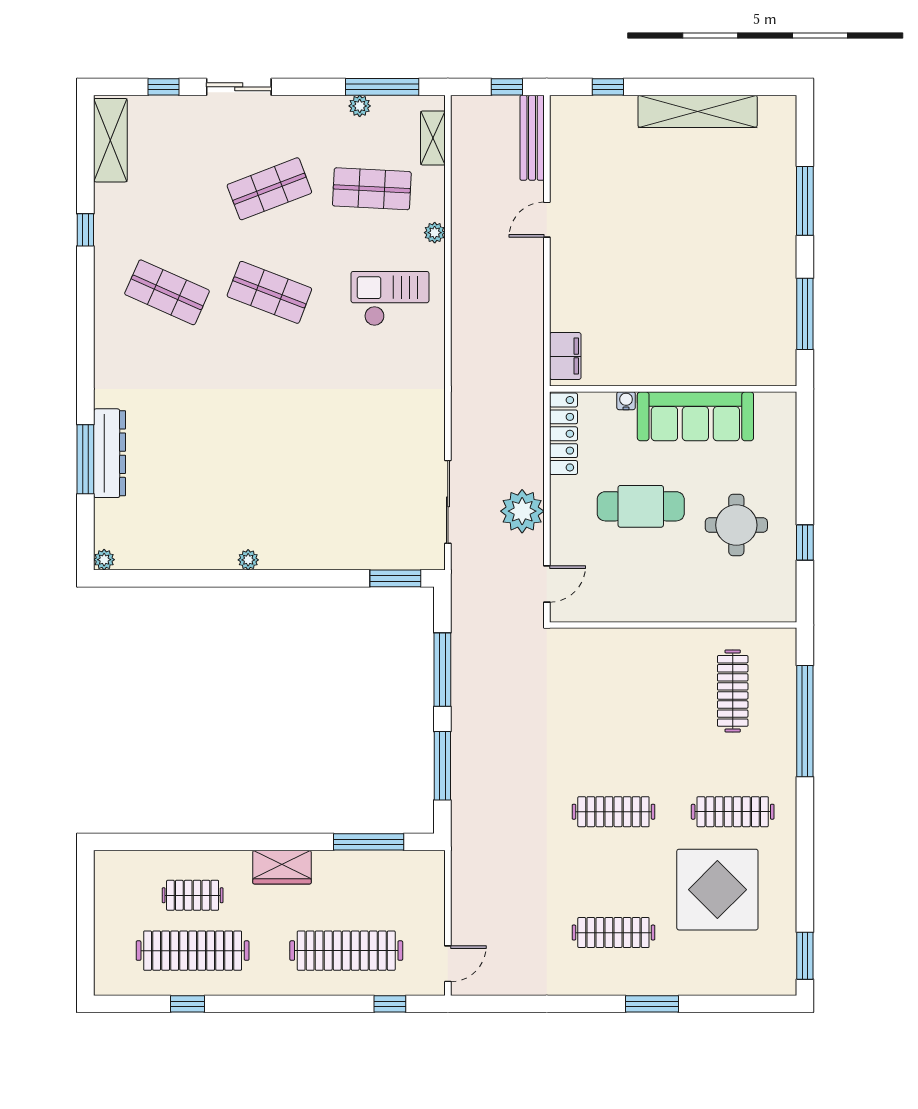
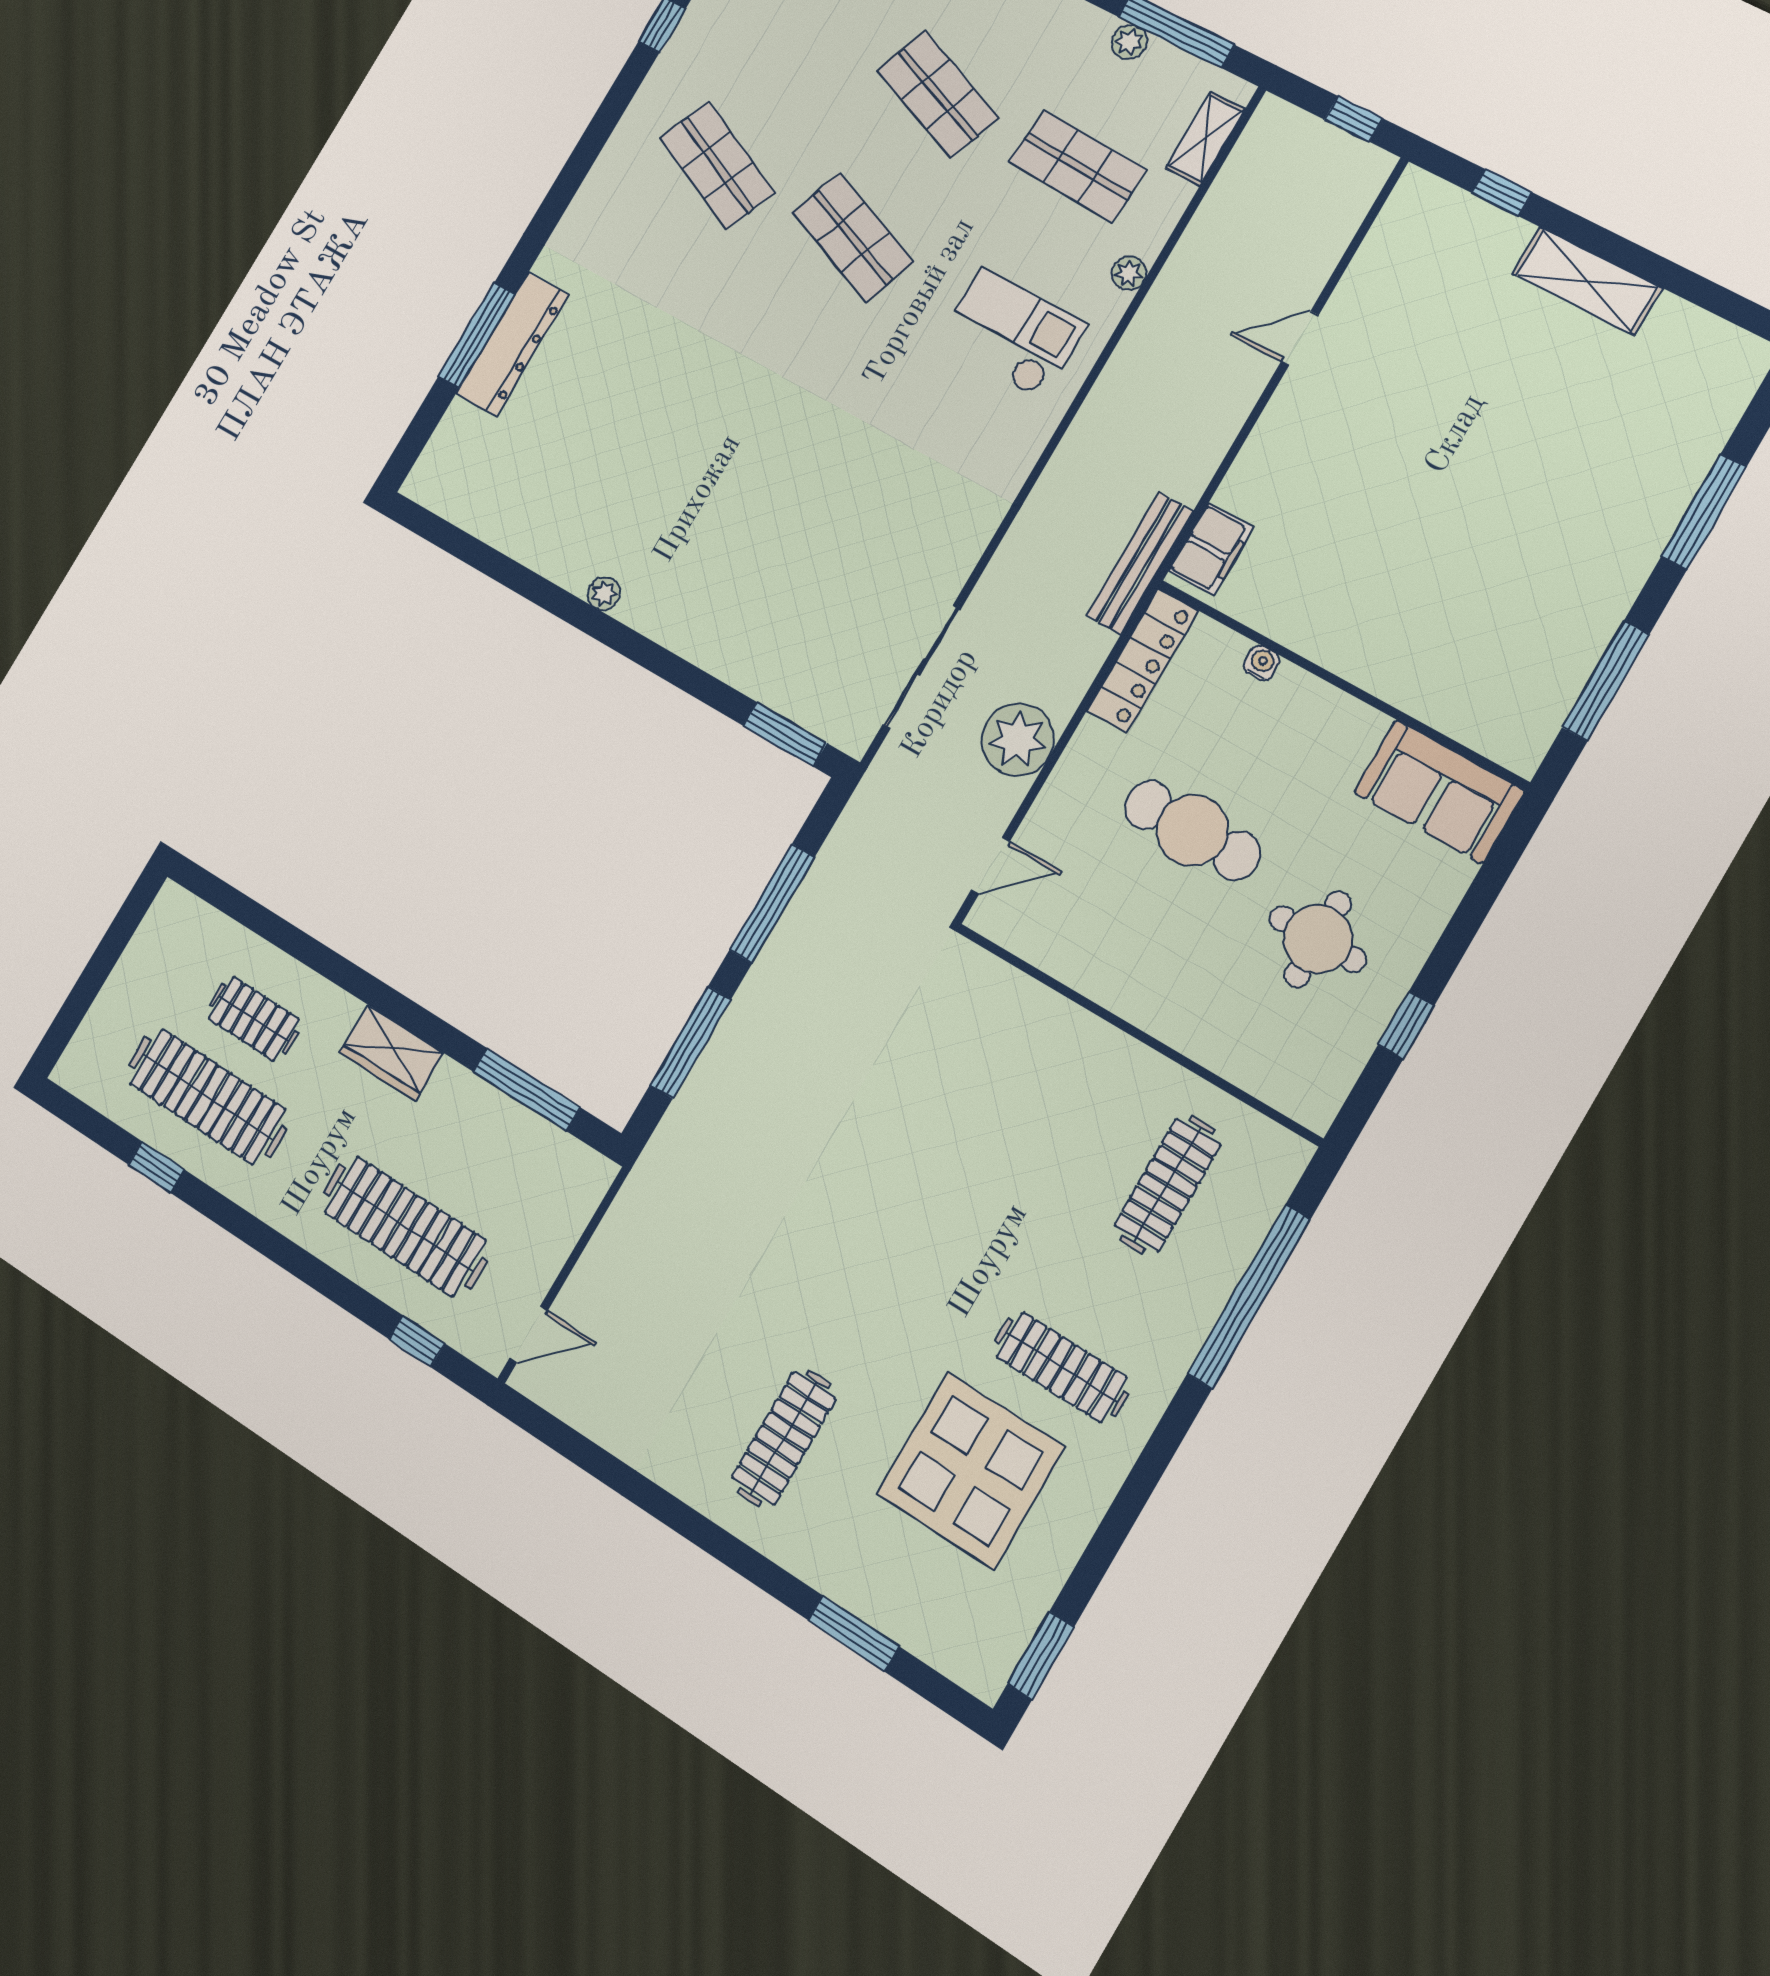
shelving: (698, 111) -> (1587, 281), width x0.68
bench: (532, 138) -> (1140, 563), moved
shop shelf: (269, 189) -> (938, 94), turned 42
sofa: (695, 416) -> (1439, 792), moved, width x0.73
plant: (104, 560) -> (419, 486), removed
clothes rail: (613, 812) -> (889, 1258), removed
clothes rail: (613, 933) -> (784, 1438), turned 90
window: (652, 1004) -> (853, 1633), moved

